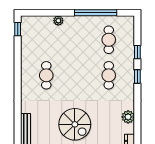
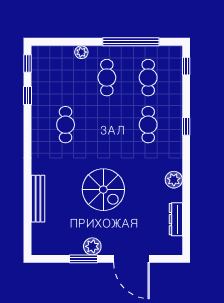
cafe table: (77, 40) -> (107, 78), added
window: (137, 52) -> (186, 66), moved
window: (18, 53) -> (28, 96), added

